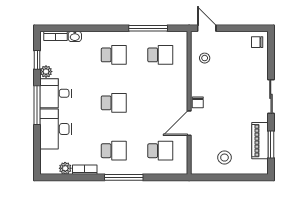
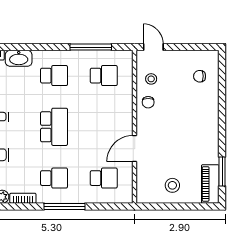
washbasin: (75, 36) -> (19, 58), width x1.91, depth x1.45
chair: (257, 42) -> (200, 76), moved
sliding door: (271, 96) -> (222, 120), removed
chair: (198, 102) -> (148, 102), moved
school desk: (114, 103) -> (54, 127), width x1.85
piano: (260, 141) -> (210, 184), moved

